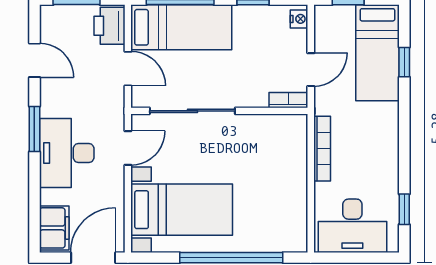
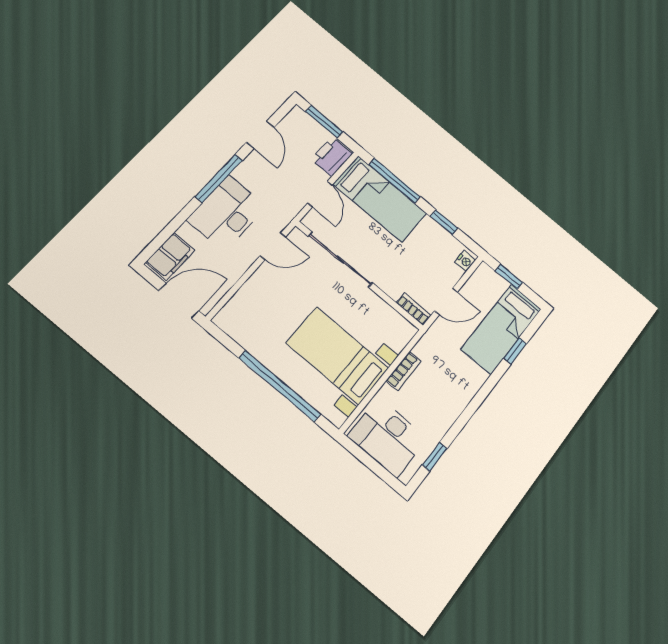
window: (34, 129) -> (219, 178), width x1.44
bookcase: (322, 149) -> (404, 371), width x0.64
bed with nightstands: (182, 210) -> (337, 356), moved, turned 180

